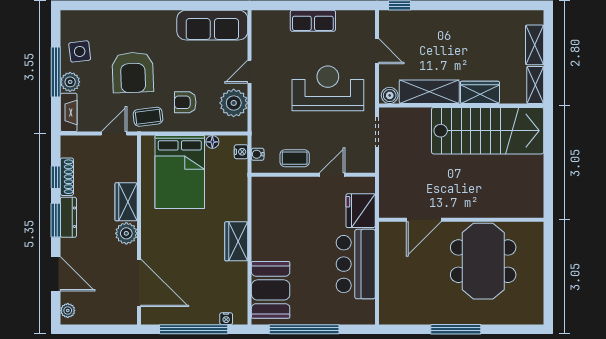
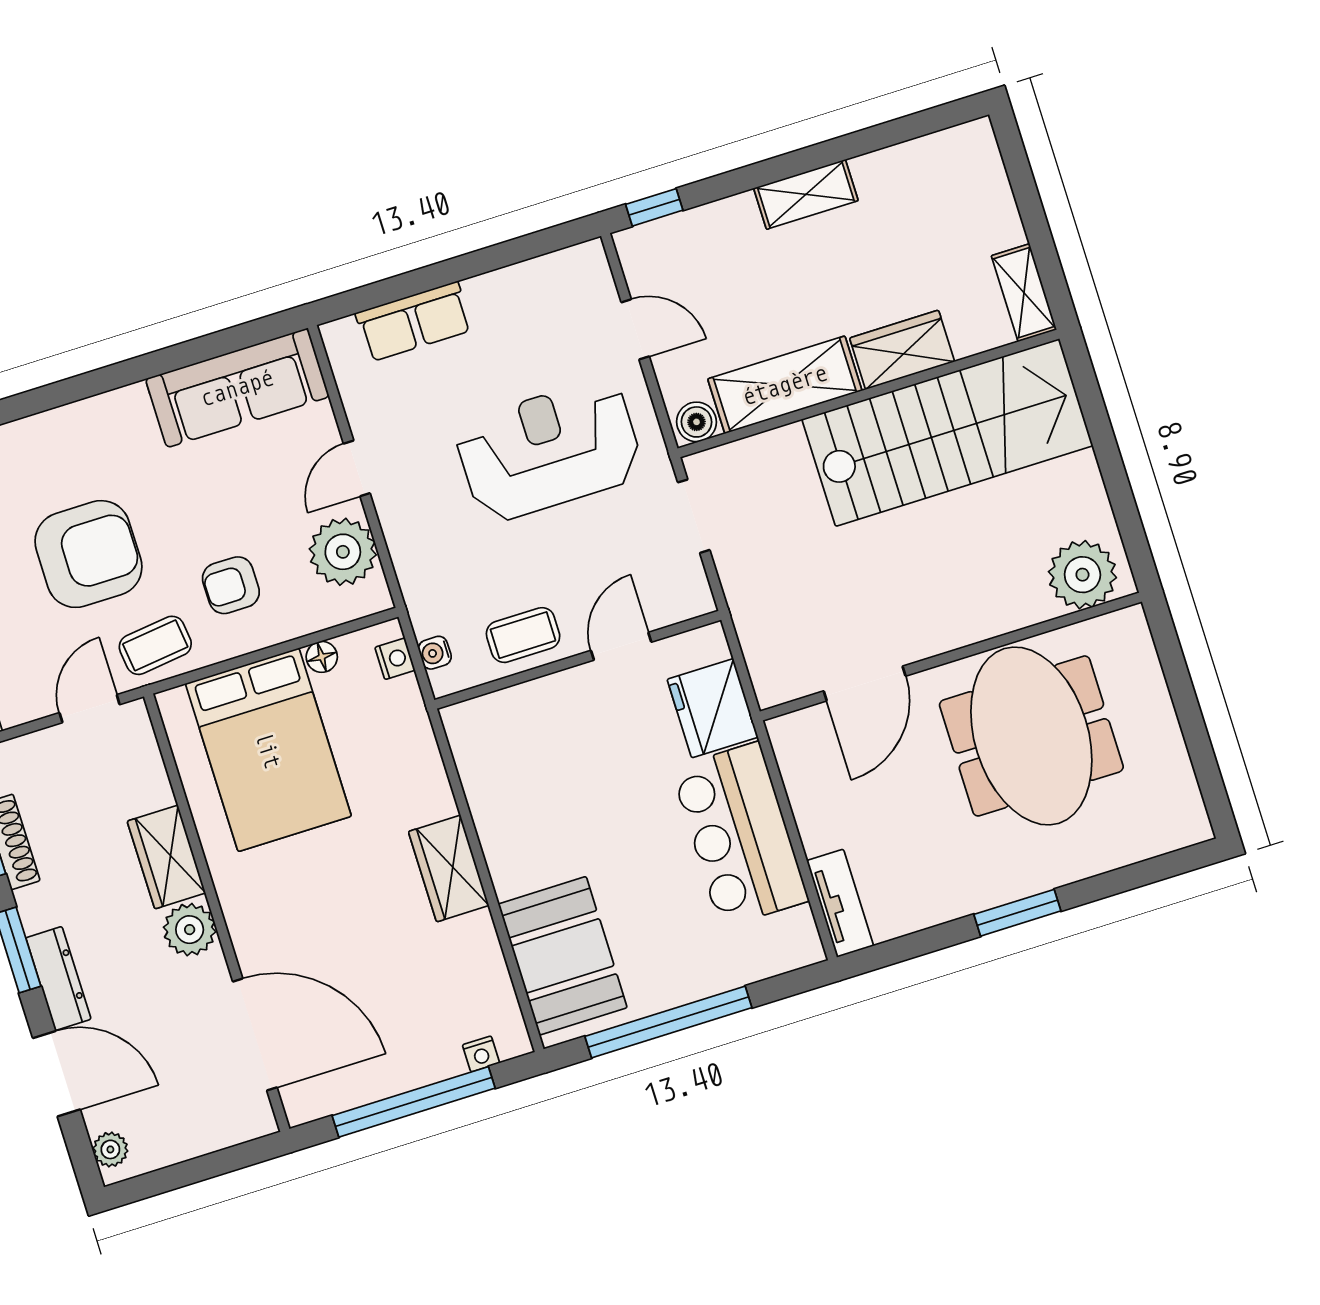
row of seats: (313, 21) -> (414, 322), moved
shelving: (535, 45) -> (806, 194), moved, turned 90
armchair: (133, 72) -> (88, 554), turned -88
plant: (523, 204) -> (1082, 575), added
dresser: (68, 217) -> (58, 979), moved
tv unit: (387, 304) -> (840, 903), added
window: (456, 329) -> (1017, 913), width x0.69

